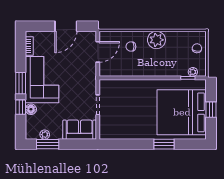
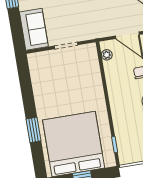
plant: (193, 72) -> (107, 55), moved

